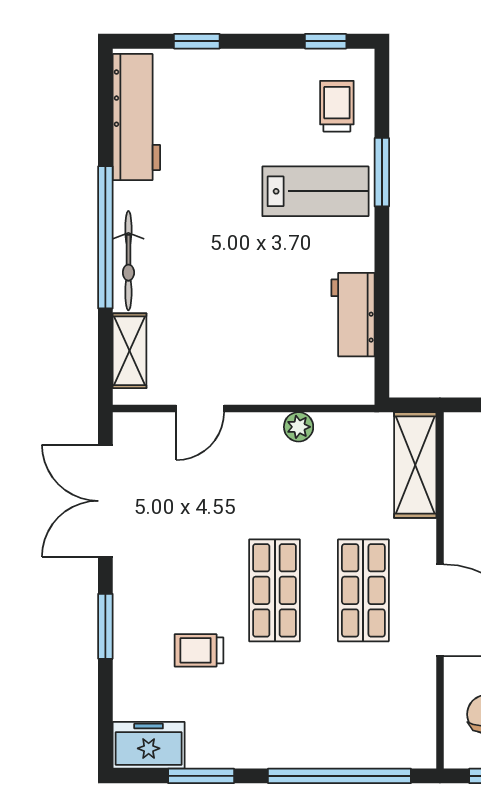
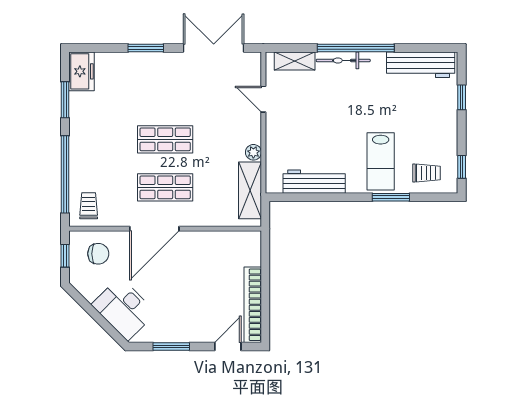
workbench: (353, 315) -> (314, 182), width x1.38
shelving: (415, 465) -> (250, 190), moved, turned 90
trolley: (199, 650) -> (89, 206), moved

